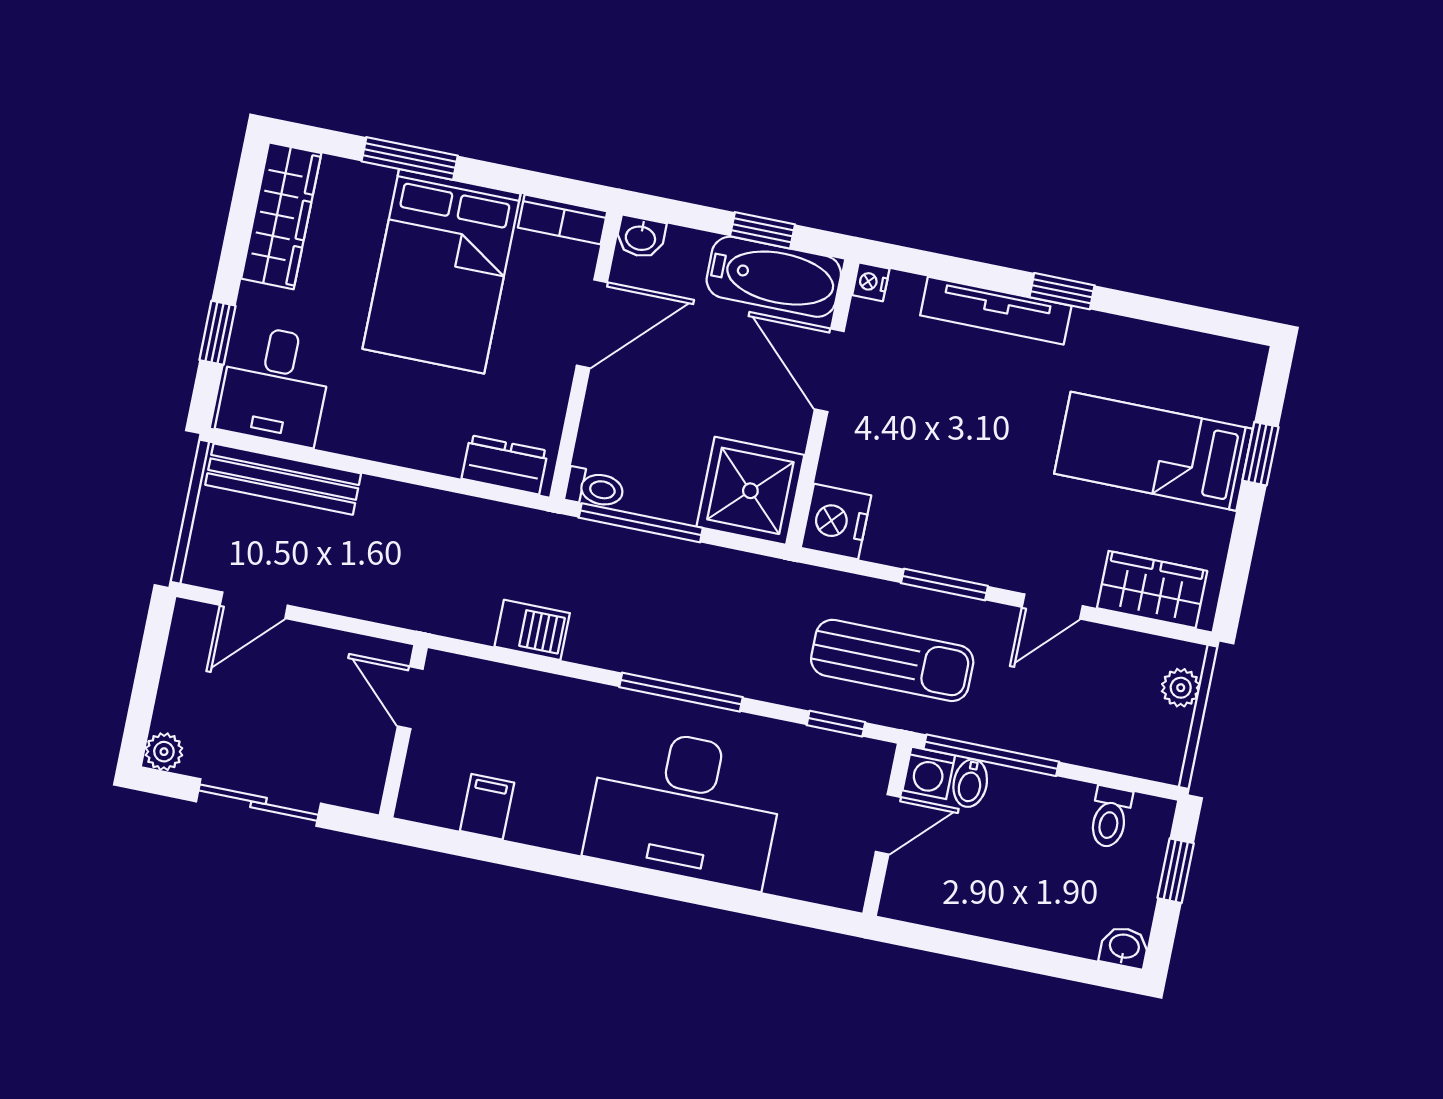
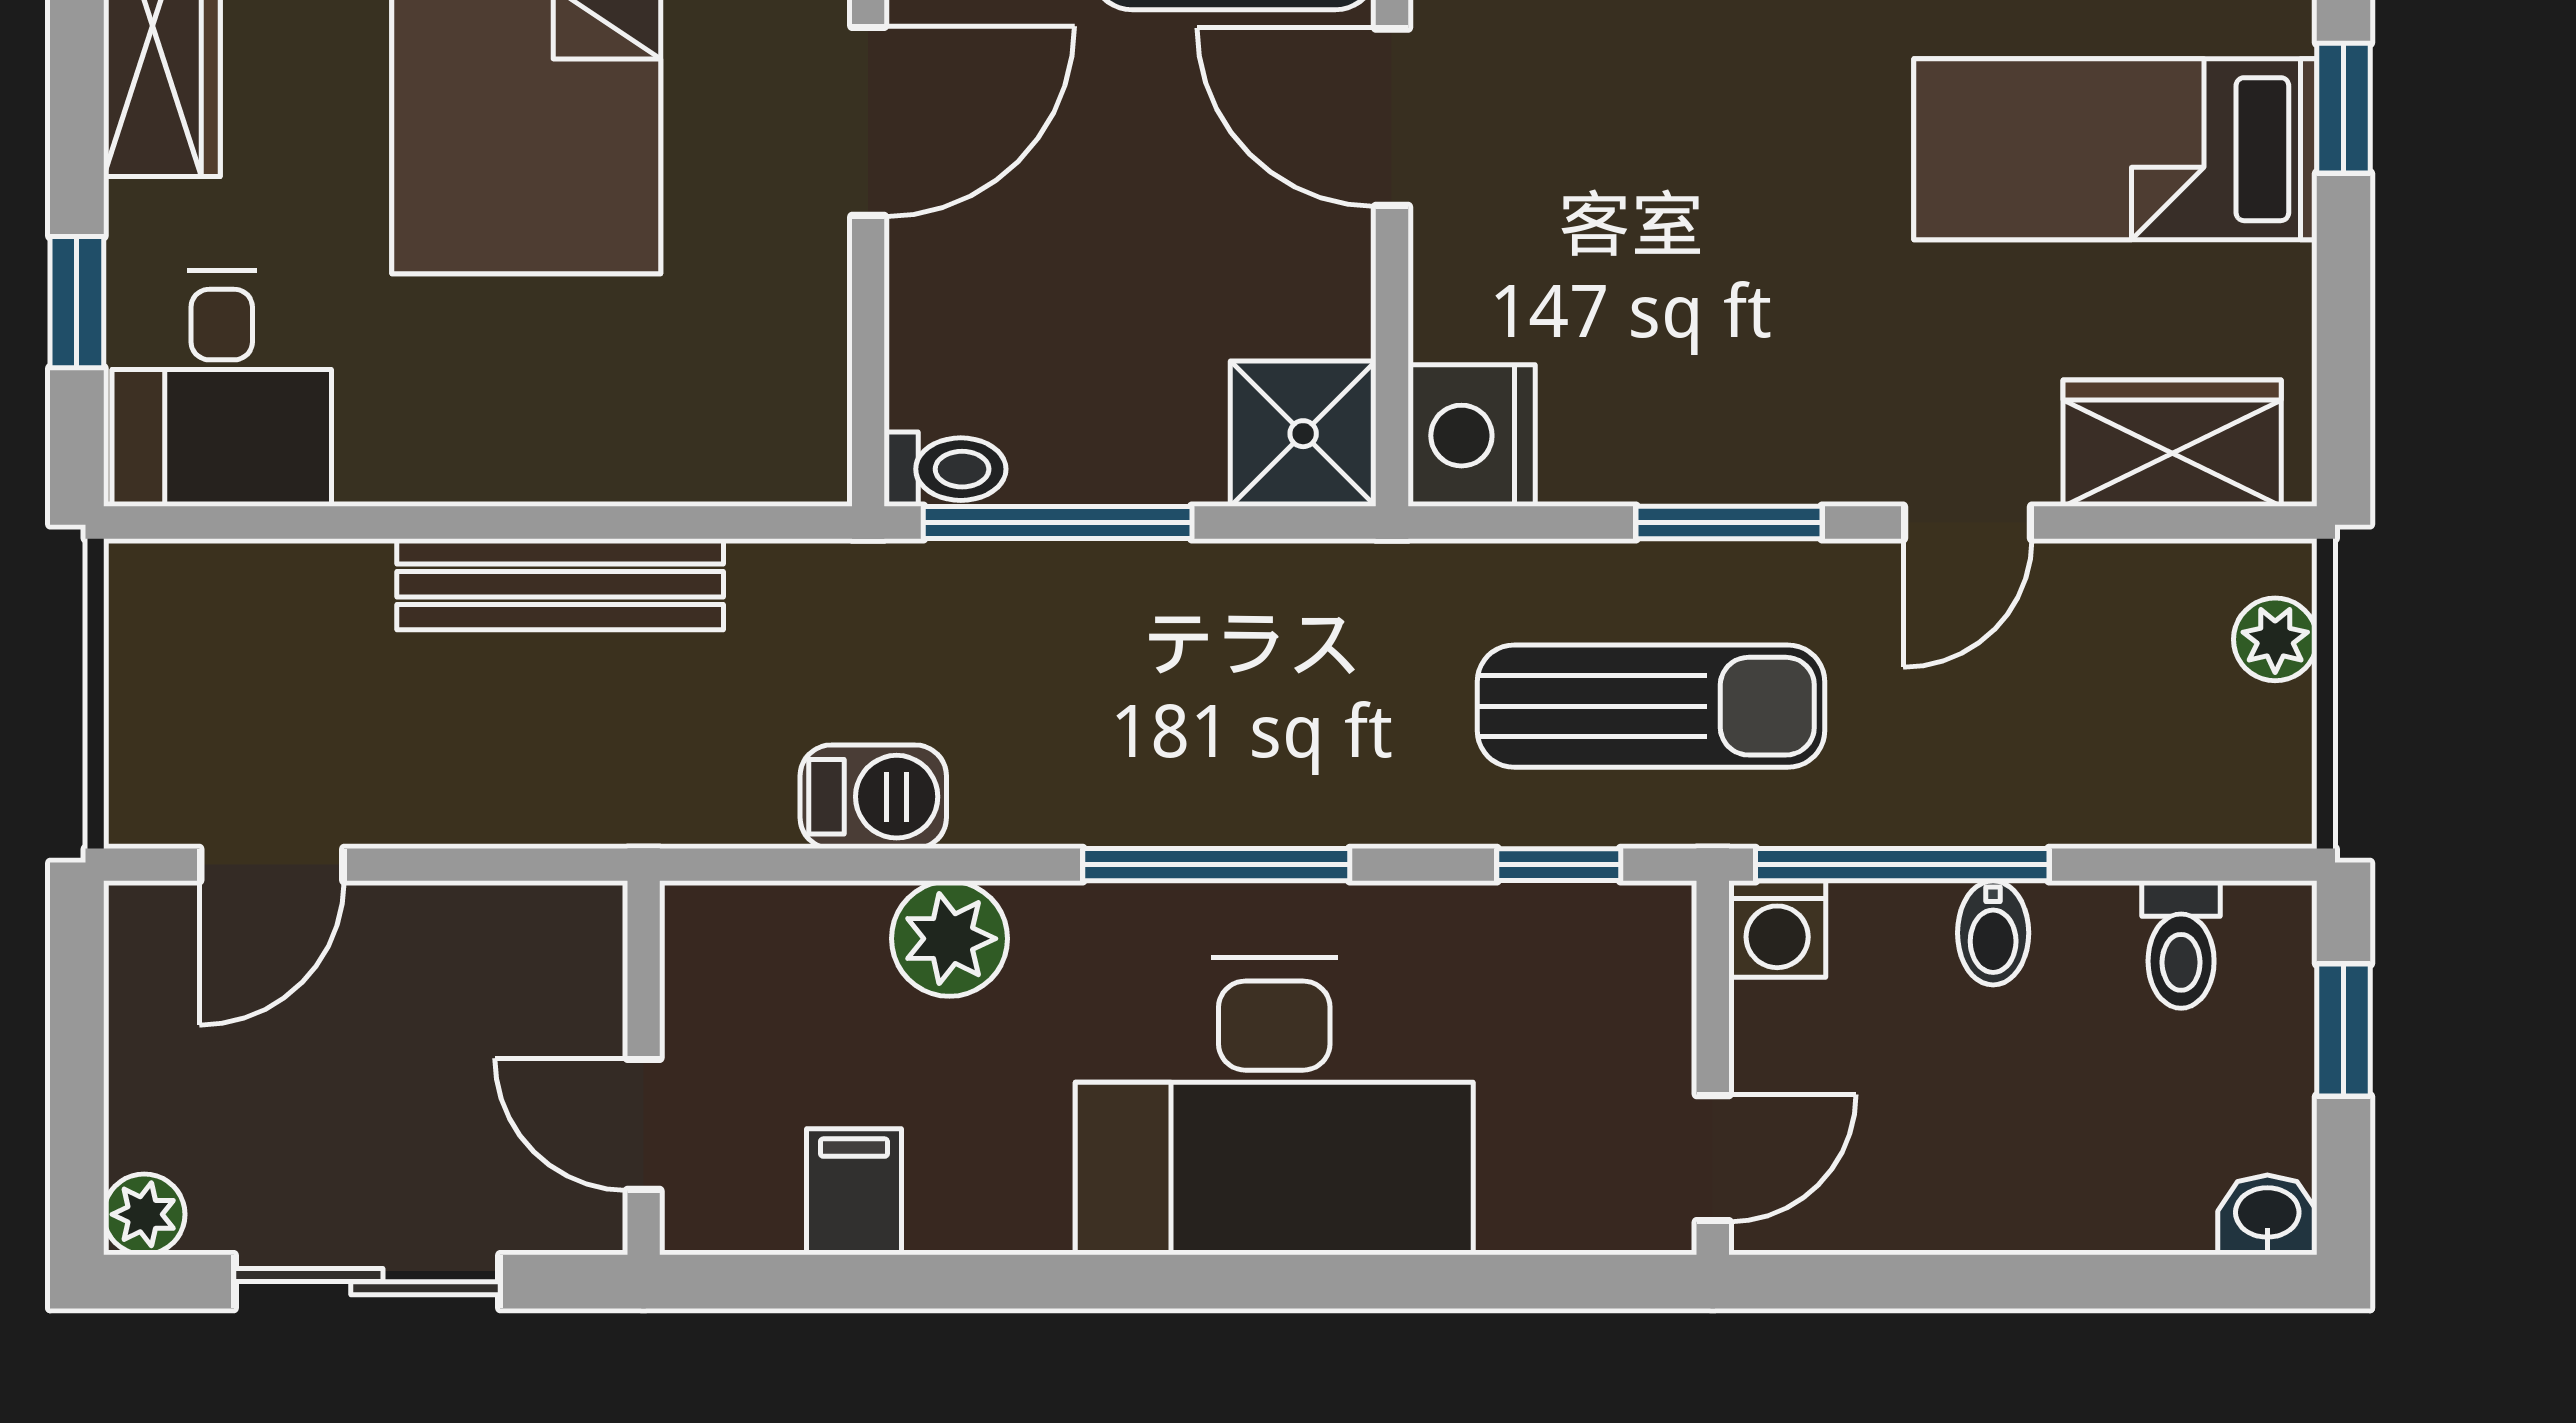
dresser: (505, 465) -> (744, 458), removed
bench: (283, 479) -> (560, 584), moved
shower: (750, 491) -> (1303, 434), width x0.73, depth x0.73
door: (410, 698) -> (644, 1124), moved
plant: (554, 701) -> (949, 939), added
bidet: (970, 783) -> (1993, 933), moved
door: (888, 824) -> (1713, 1158), moved

